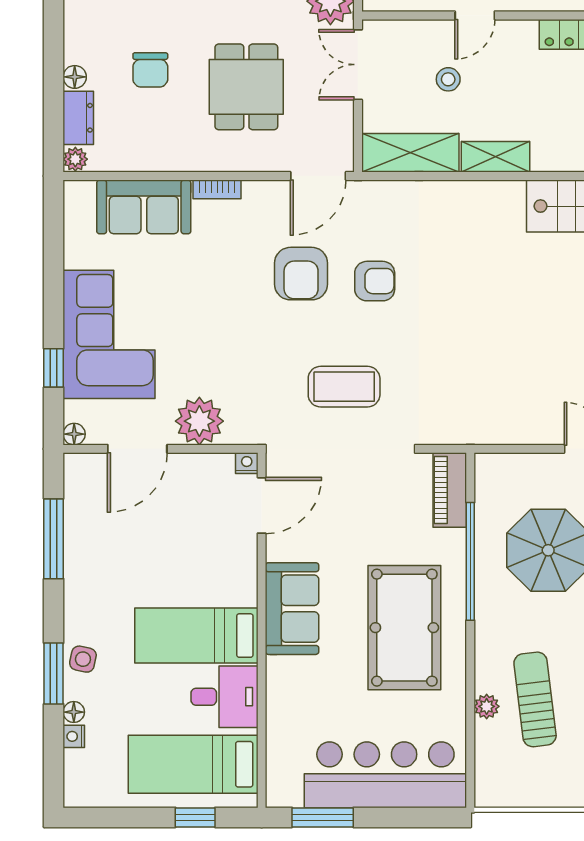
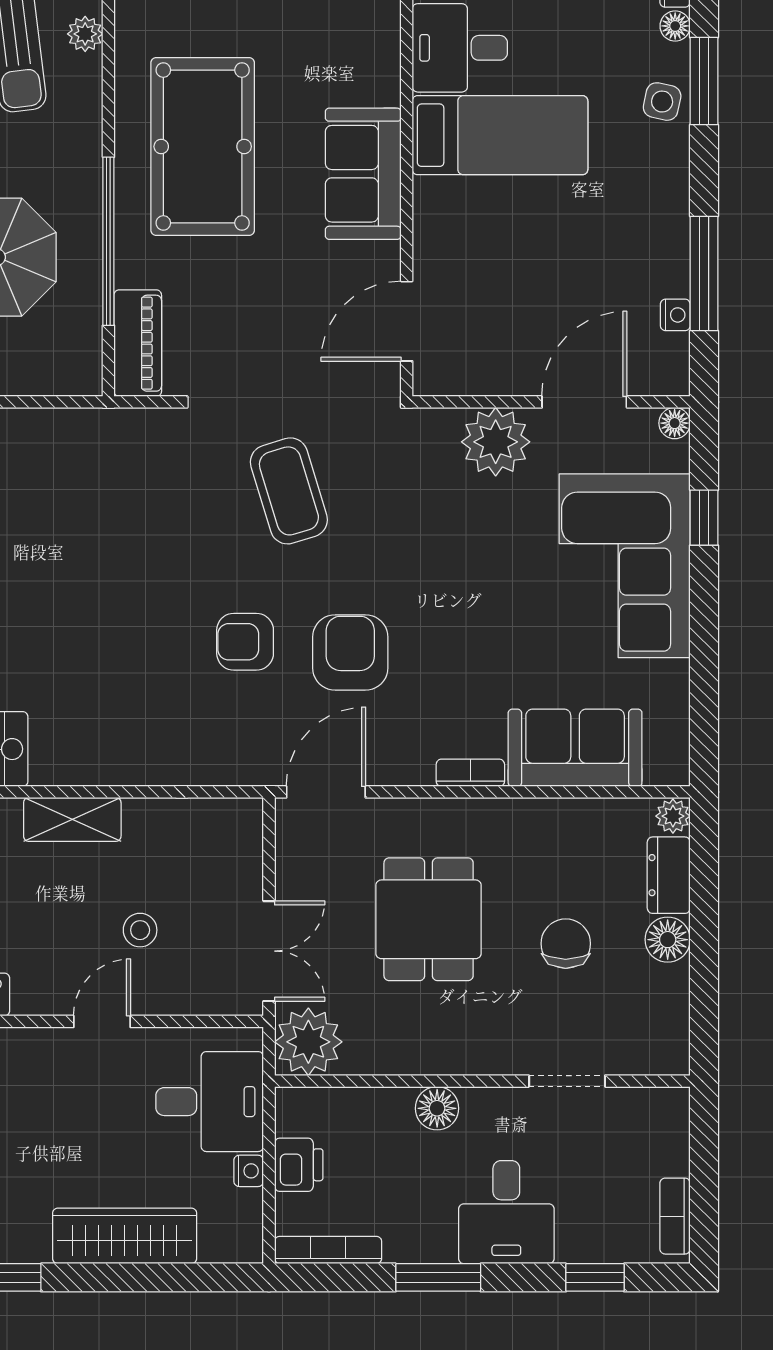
floor lamp: (75, 77) -> (668, 940), width x1.37, depth x1.37
shelving: (410, 153) -> (194, 825), removed
coffee table: (344, 387) -> (289, 491), turned 73
nightstand: (247, 463) -> (675, 315), moved, turned -90

